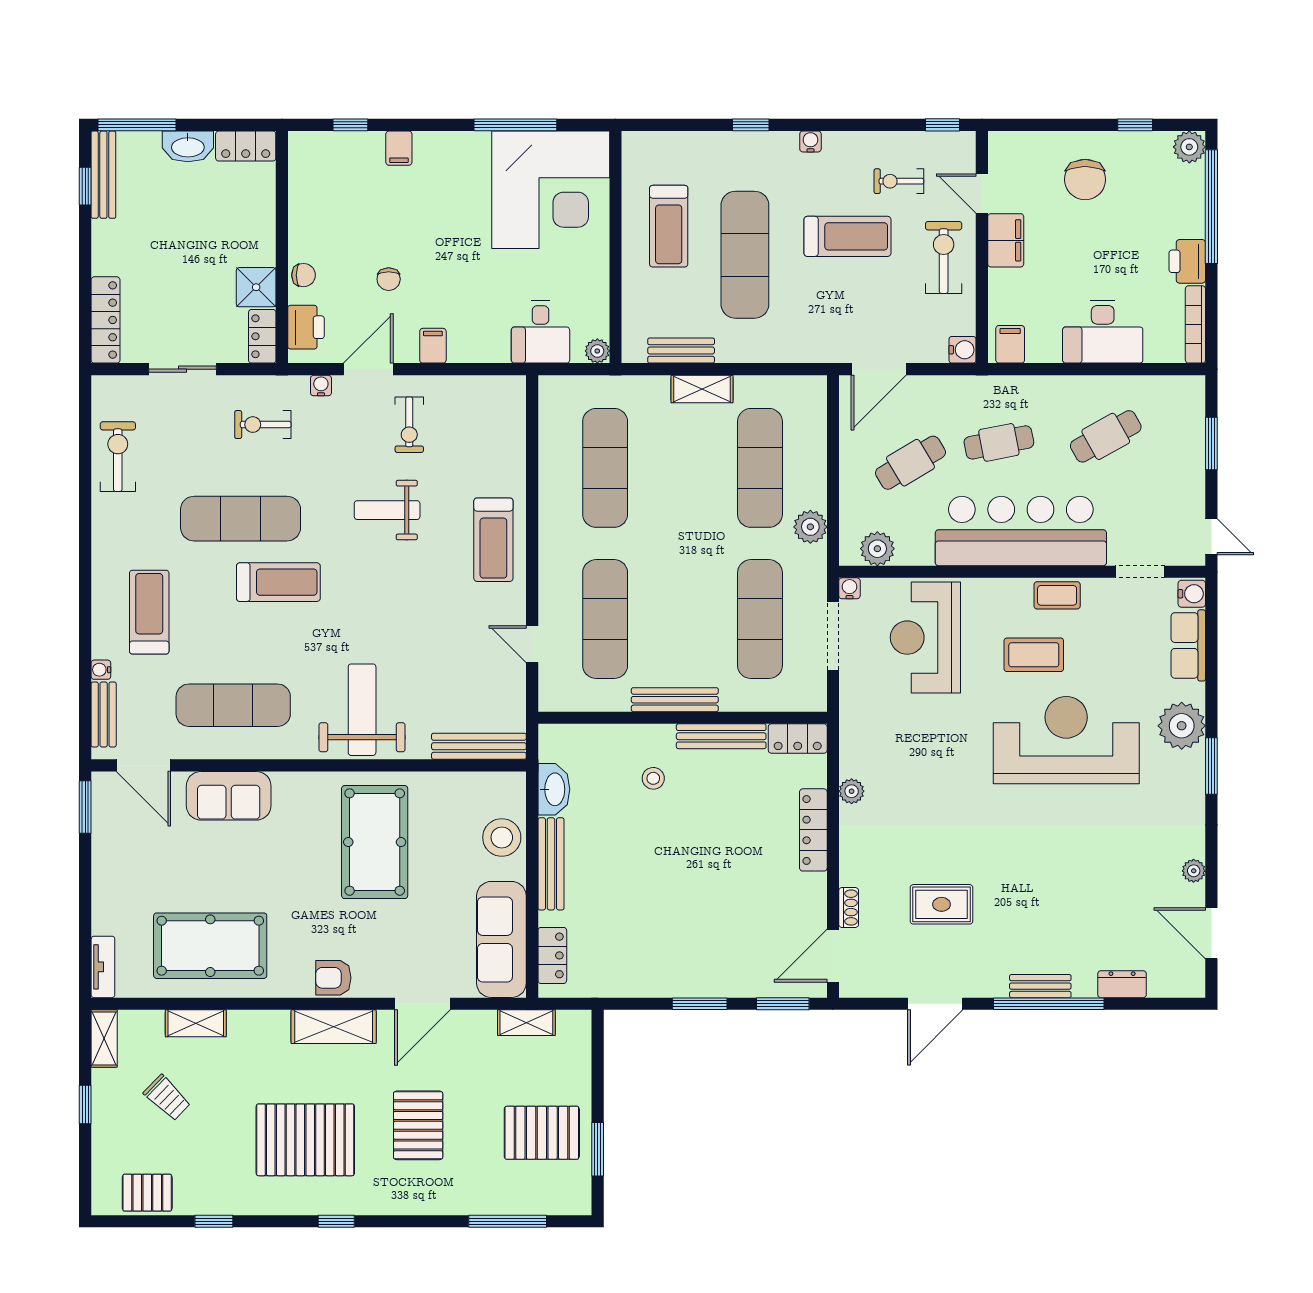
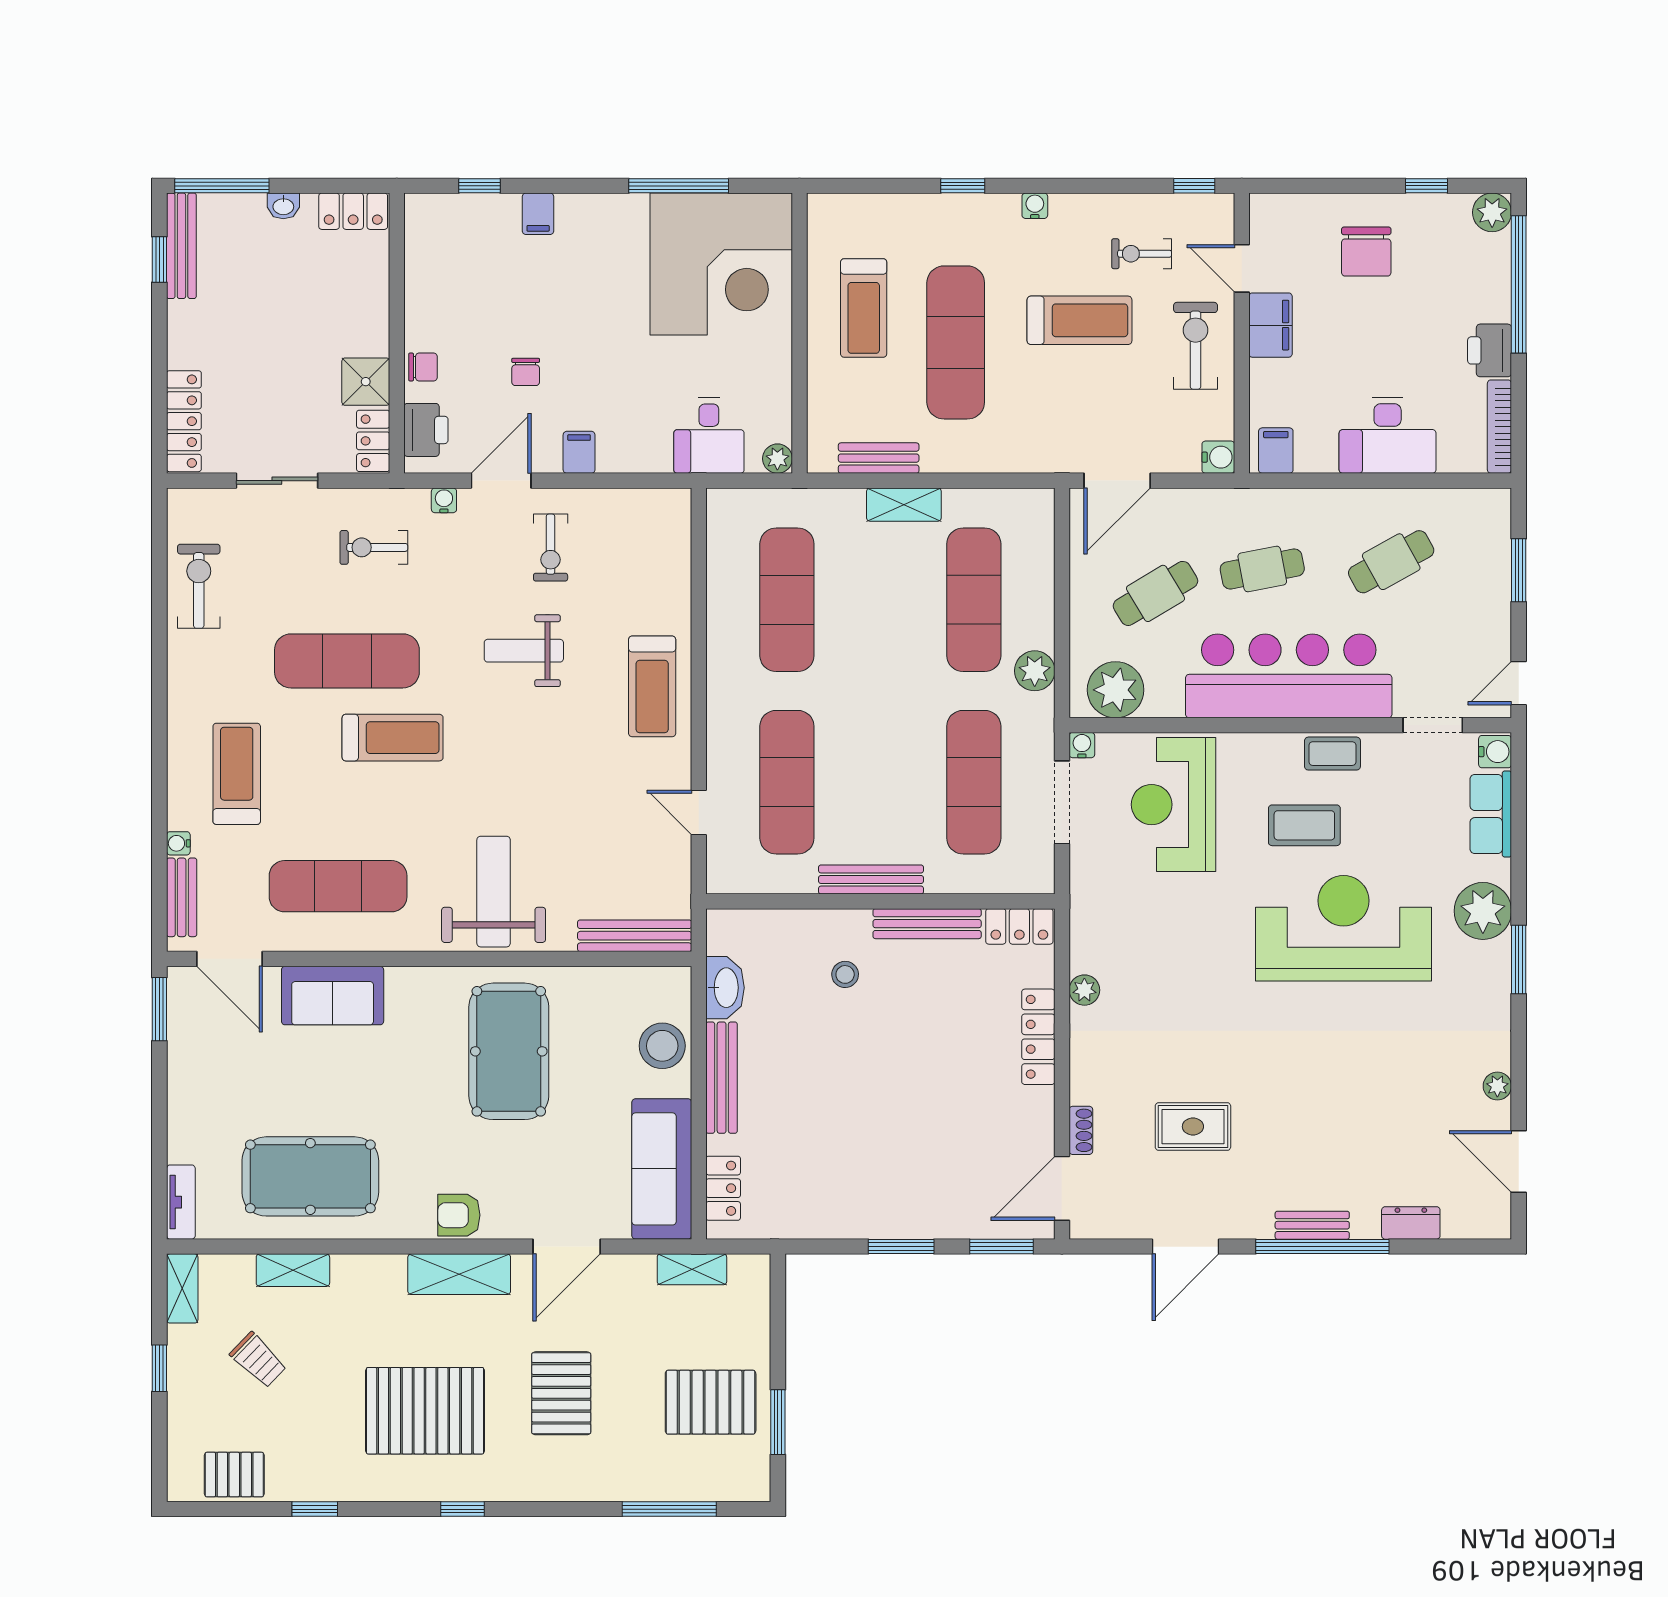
washbasin: (188, 146) -> (283, 206), width x0.52, depth x0.69
door: (1211, 537) -> (1519, 683), swing flipped
plant: (877, 549) -> (1116, 690), width x1.36, depth x1.36

